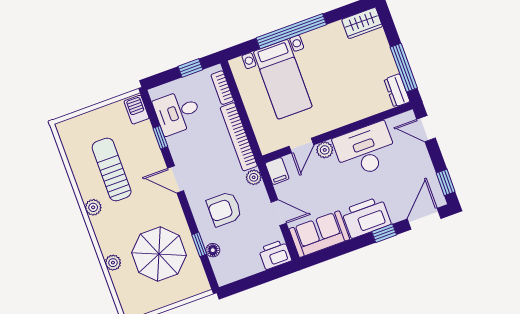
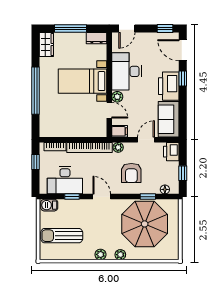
window: (404, 68) -> (71, 29), moved
bed with nightstands: (283, 79) -> (82, 81), moved, turned 180
desk: (177, 112) -> (65, 180), width x1.37
sun lounger: (112, 169) -> (62, 236), moved
door: (176, 179) -> (102, 197), swing flipped
floor lamp: (213, 250) -> (165, 189), moved
parasol: (159, 254) -> (145, 224), width x1.36, depth x1.36
plant: (113, 263) -> (120, 255), moved
window: (250, 282) -> (183, 173), added

